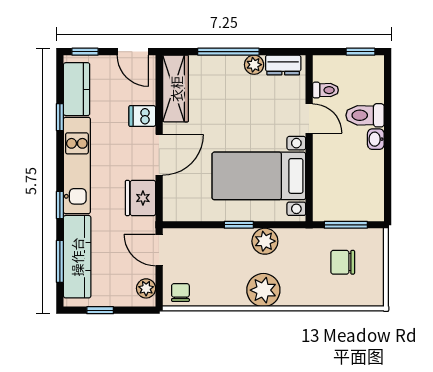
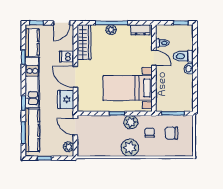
door: (133, 52) -> (62, 23), hinge flipped
plant: (254, 65) -> (111, 30), moved
door: (159, 155) -> (75, 77), swing flipped
chair: (180, 293) -> (150, 133), moved

